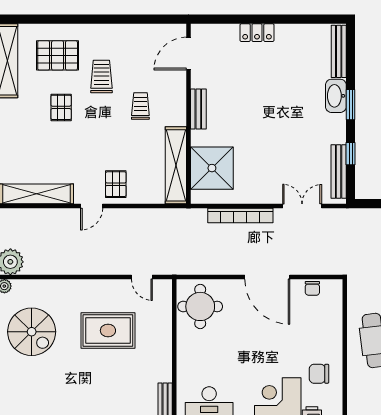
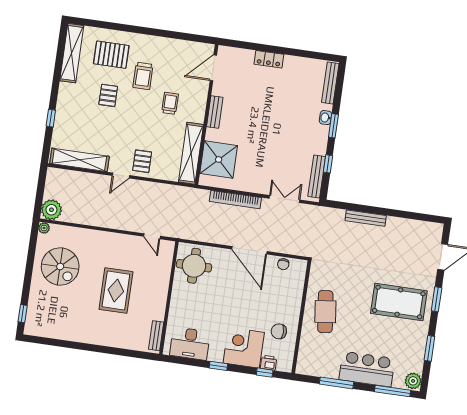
trolley: (101, 76) -> (143, 76), turned 180
washbasin: (336, 96) -> (325, 118), width x0.52, depth x0.69
rug: (108, 331) -> (116, 290), moved, turned 90

